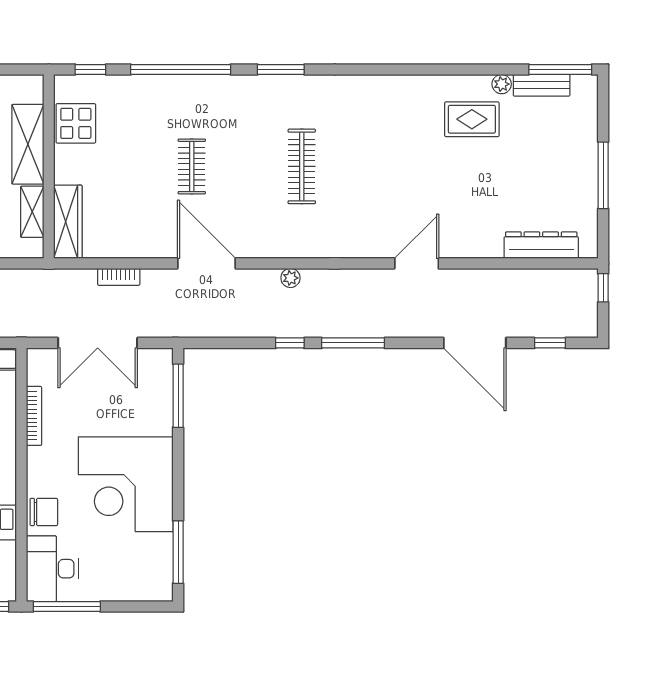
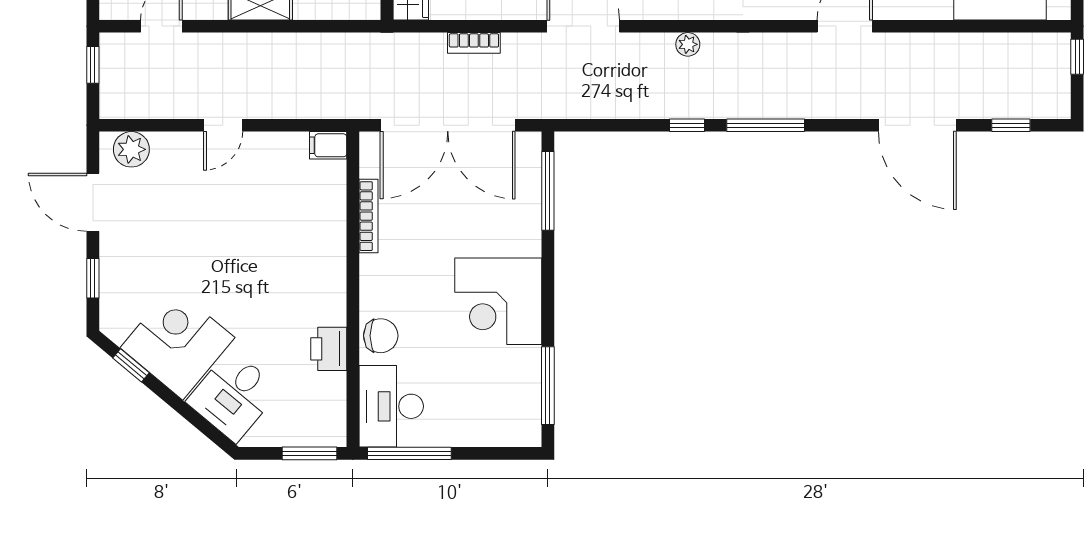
double door: (98, 343) -> (448, 125), width x1.36
corner desk: (126, 484) -> (498, 301), width x0.74, depth x0.74

